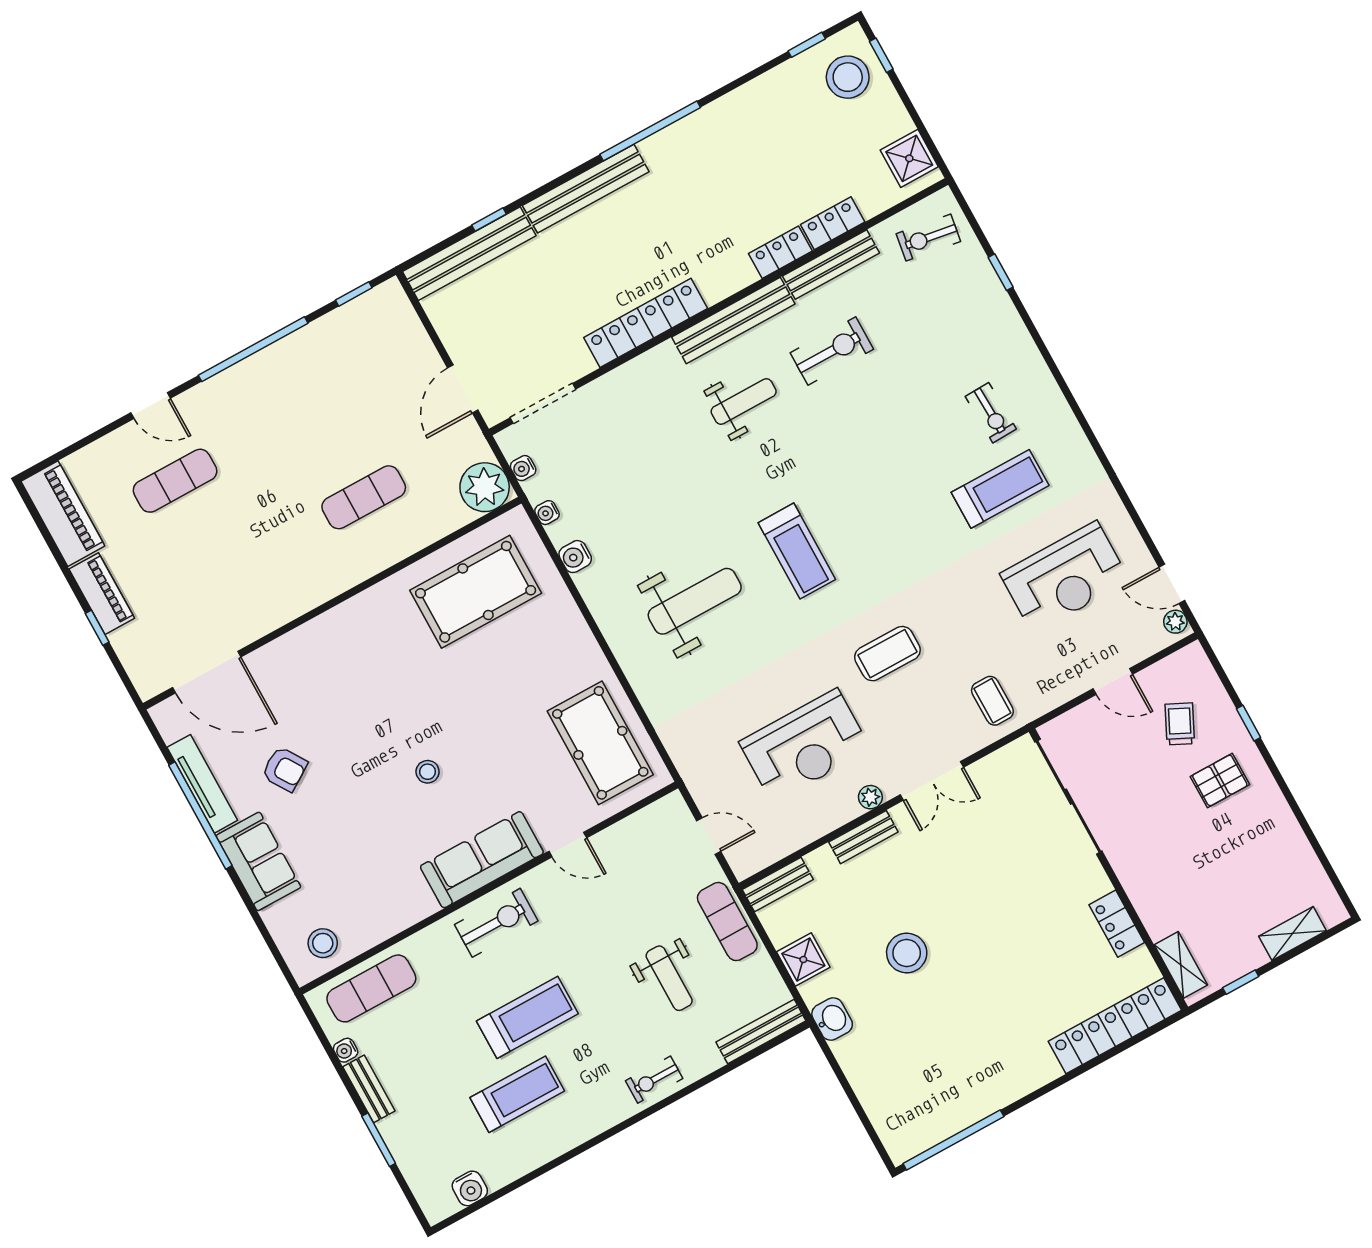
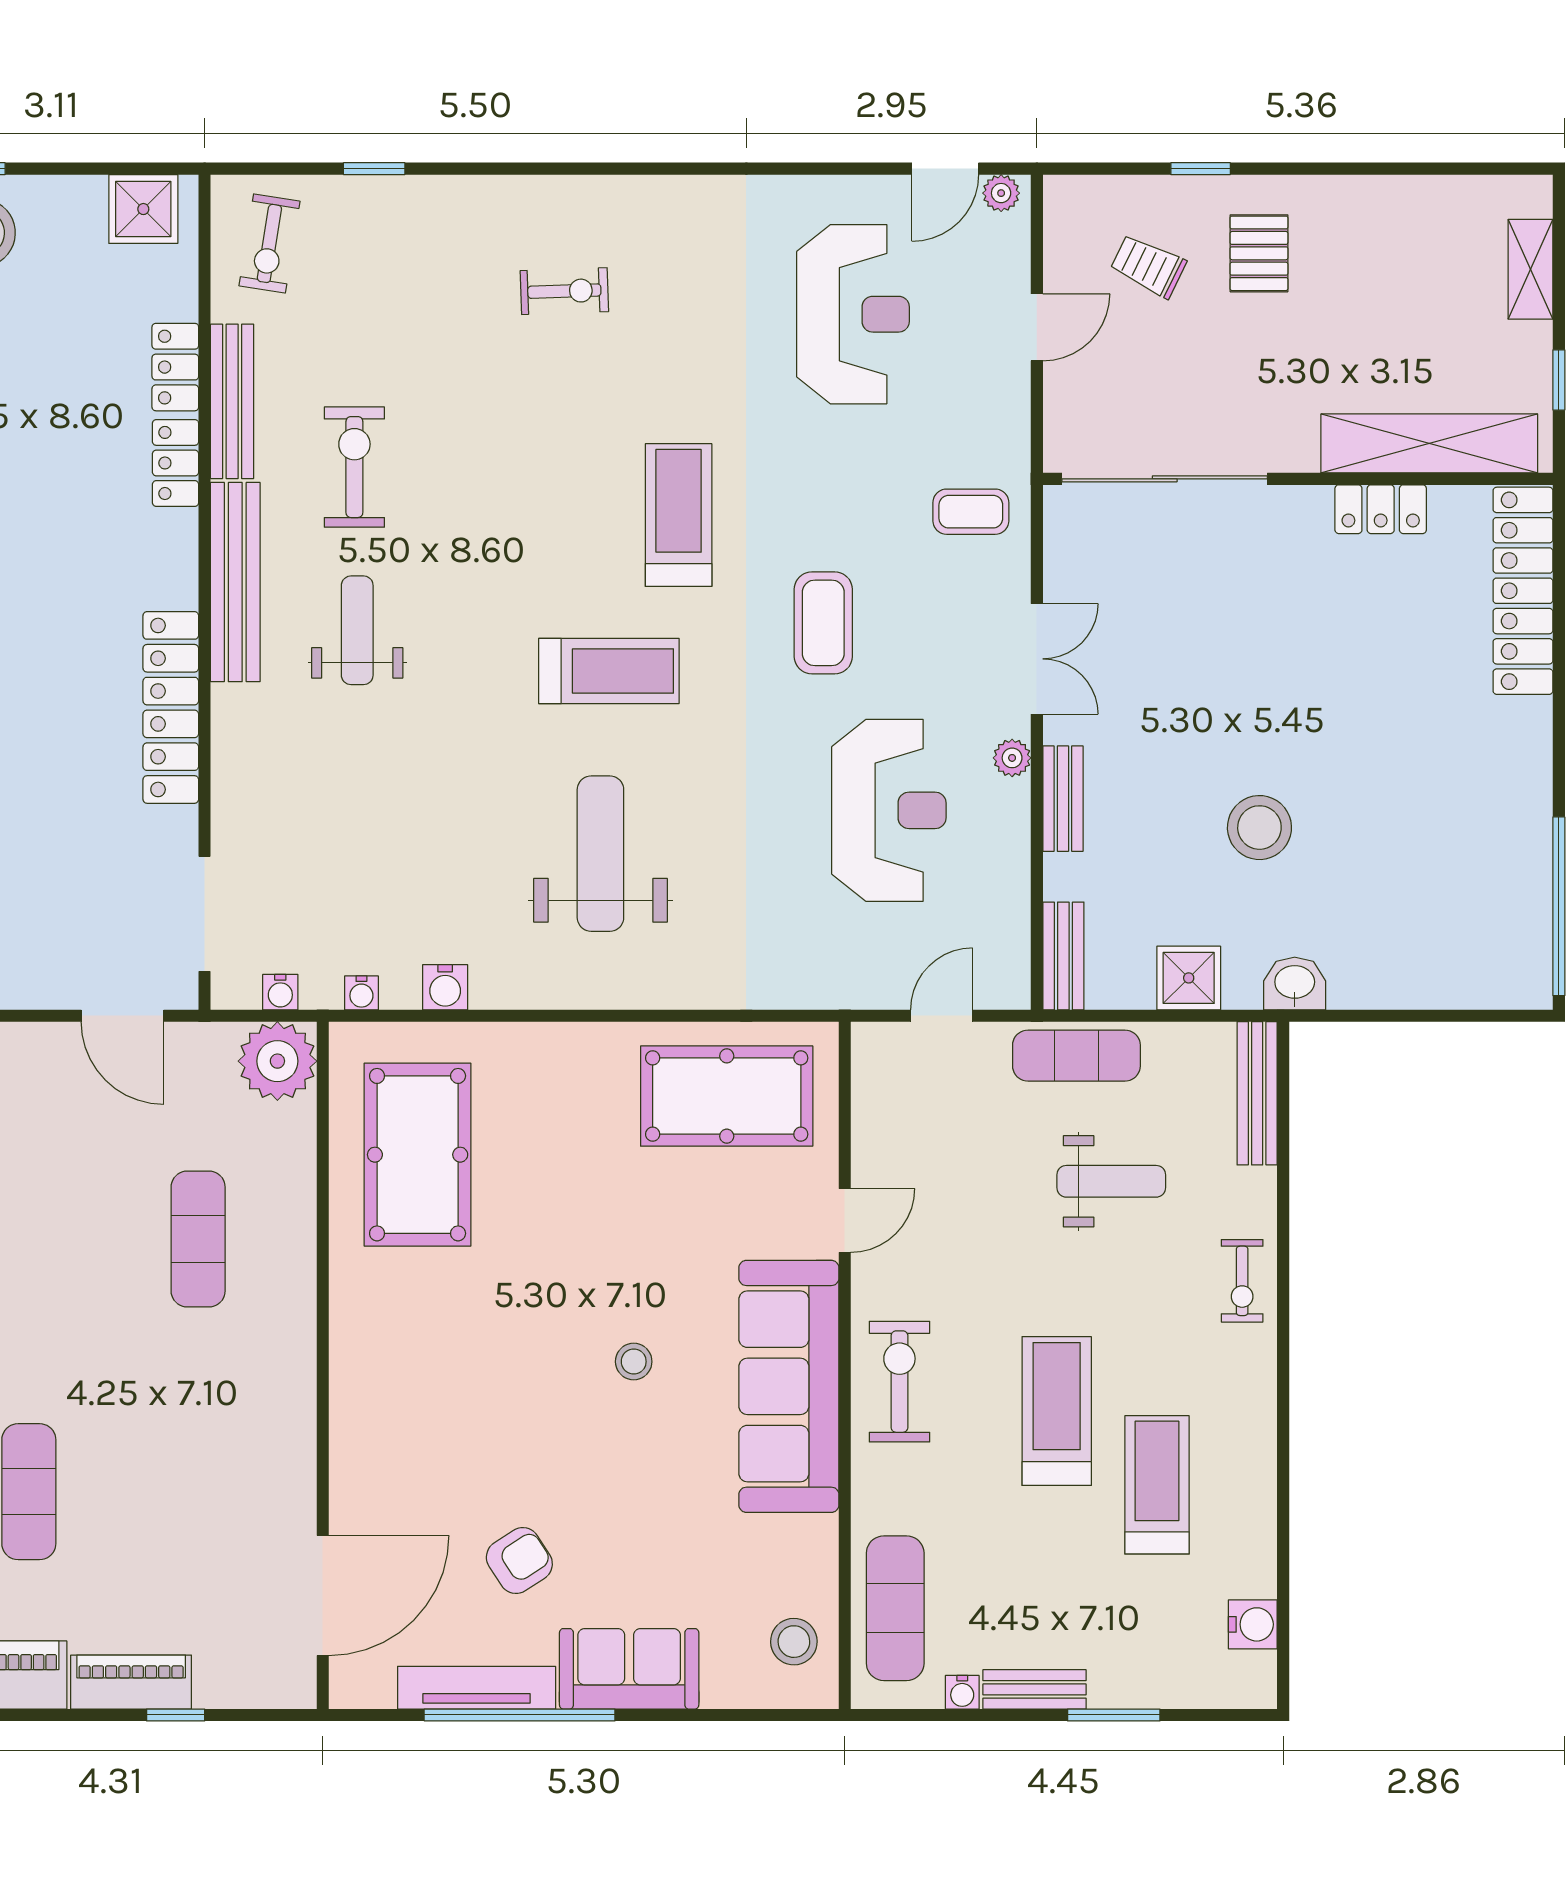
treadmill: (1000, 489) -> (679, 515), moved
sofa: (482, 860) -> (789, 1386), width x1.36, depth x1.27
shelving: (1181, 965) -> (1429, 443), width x2.20, depth x1.33

